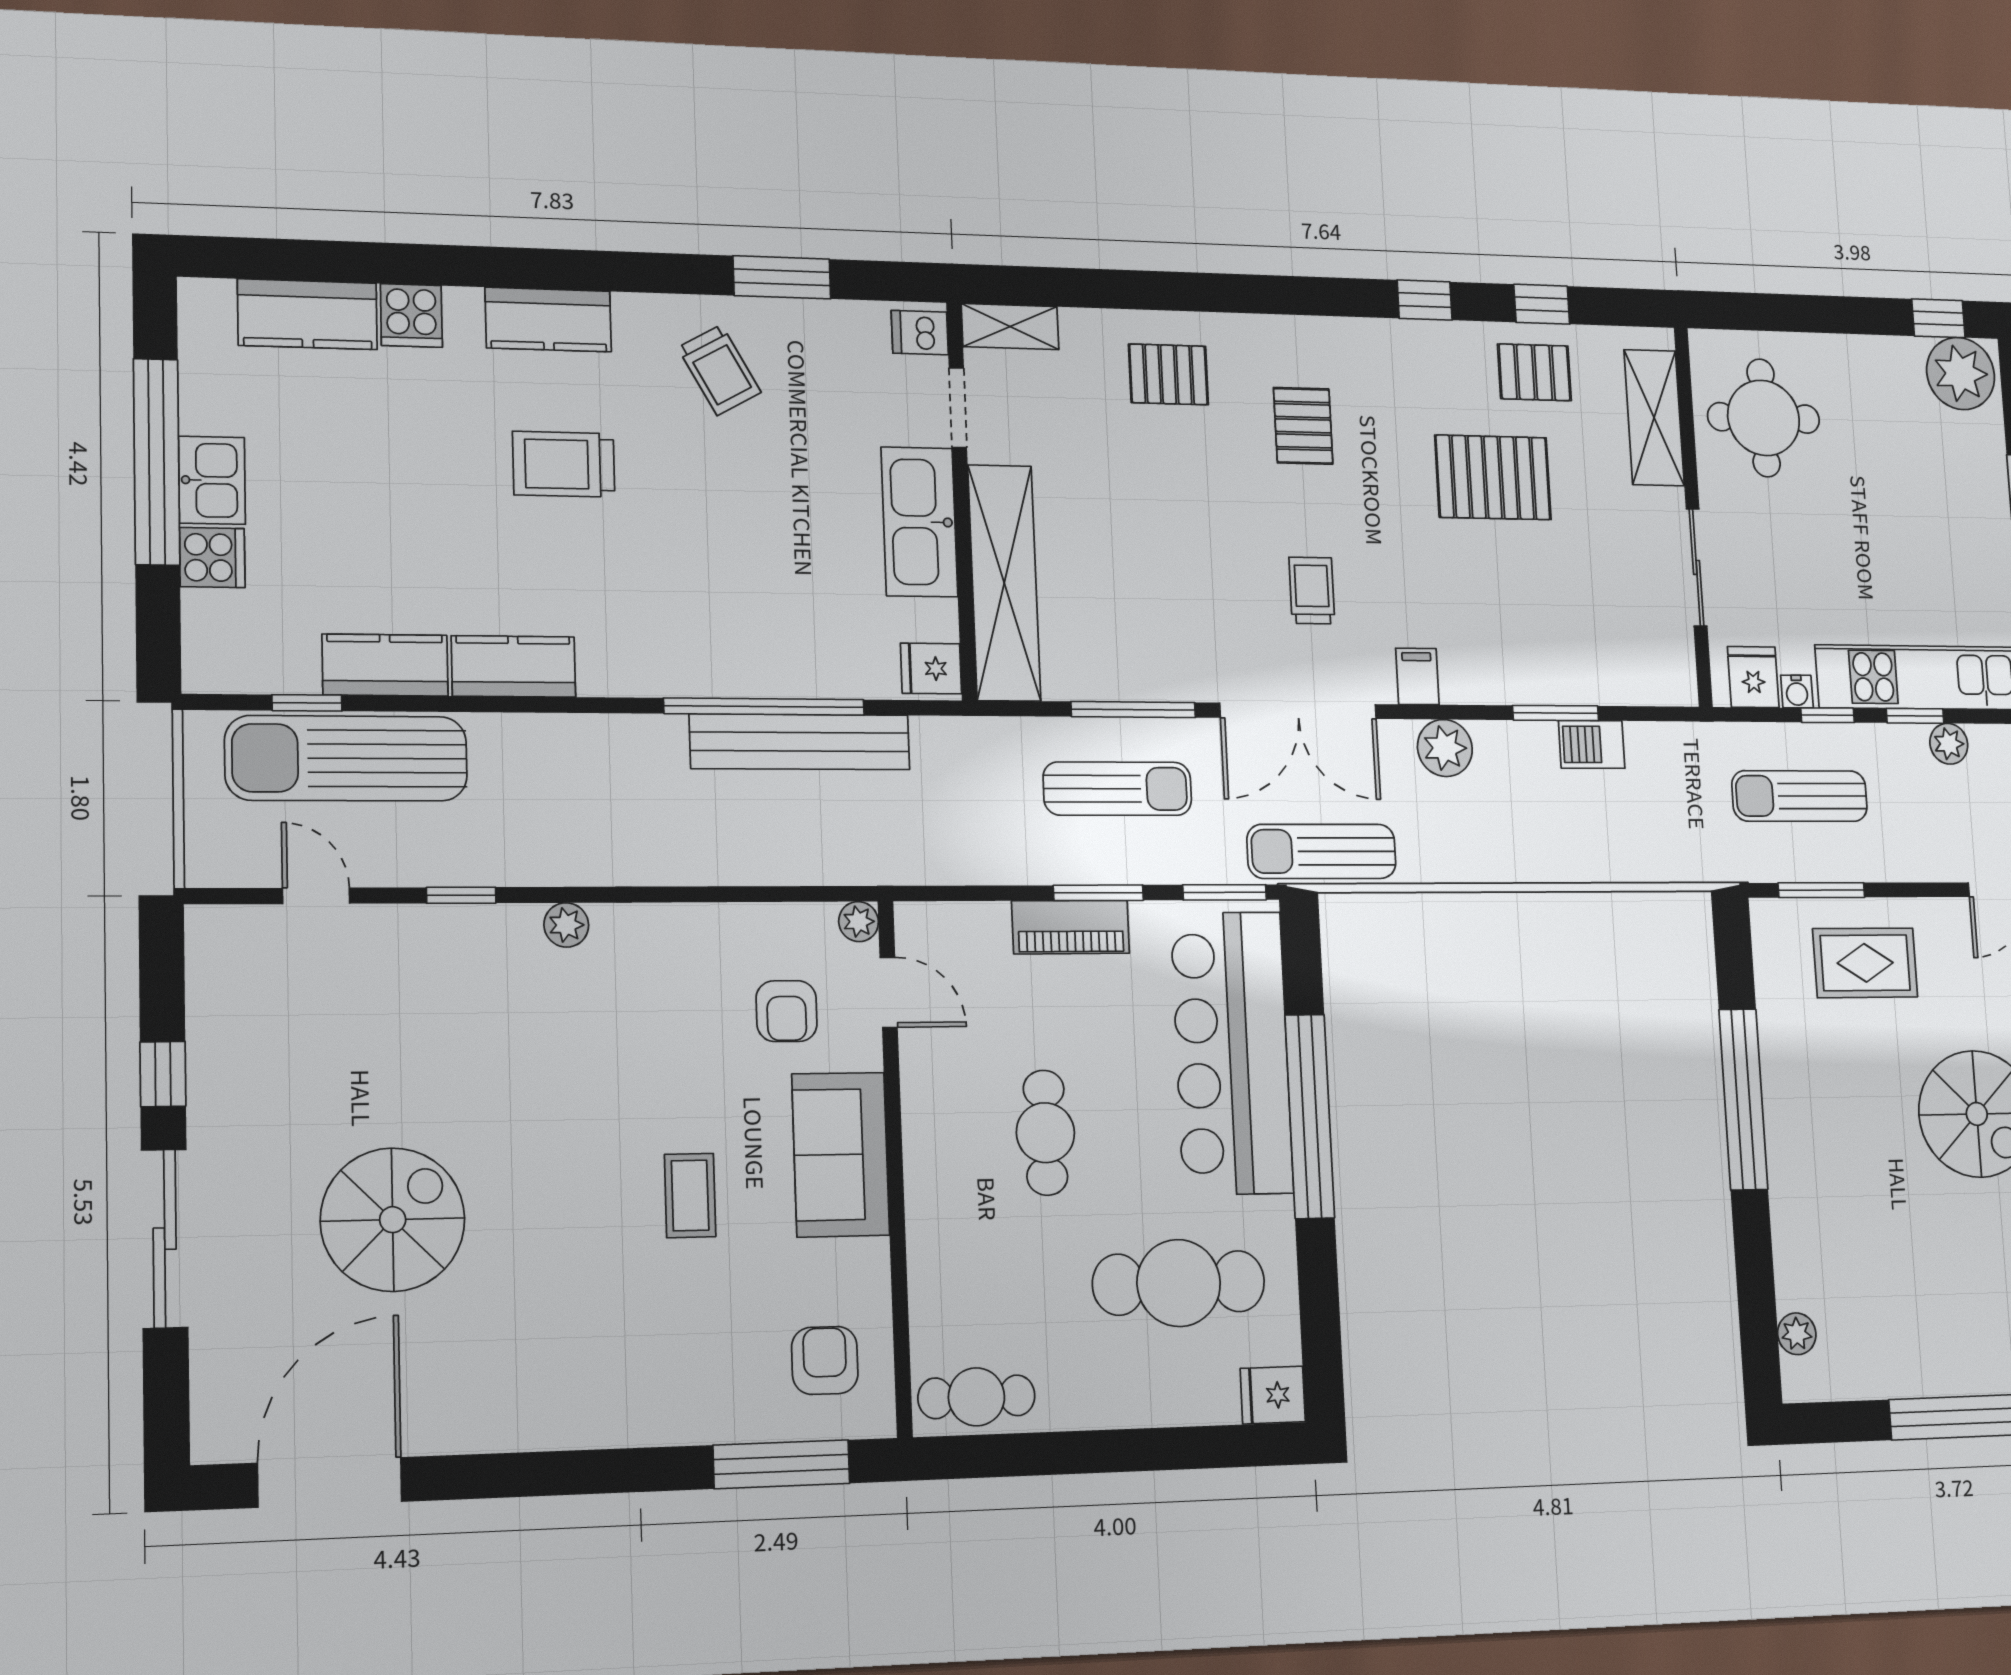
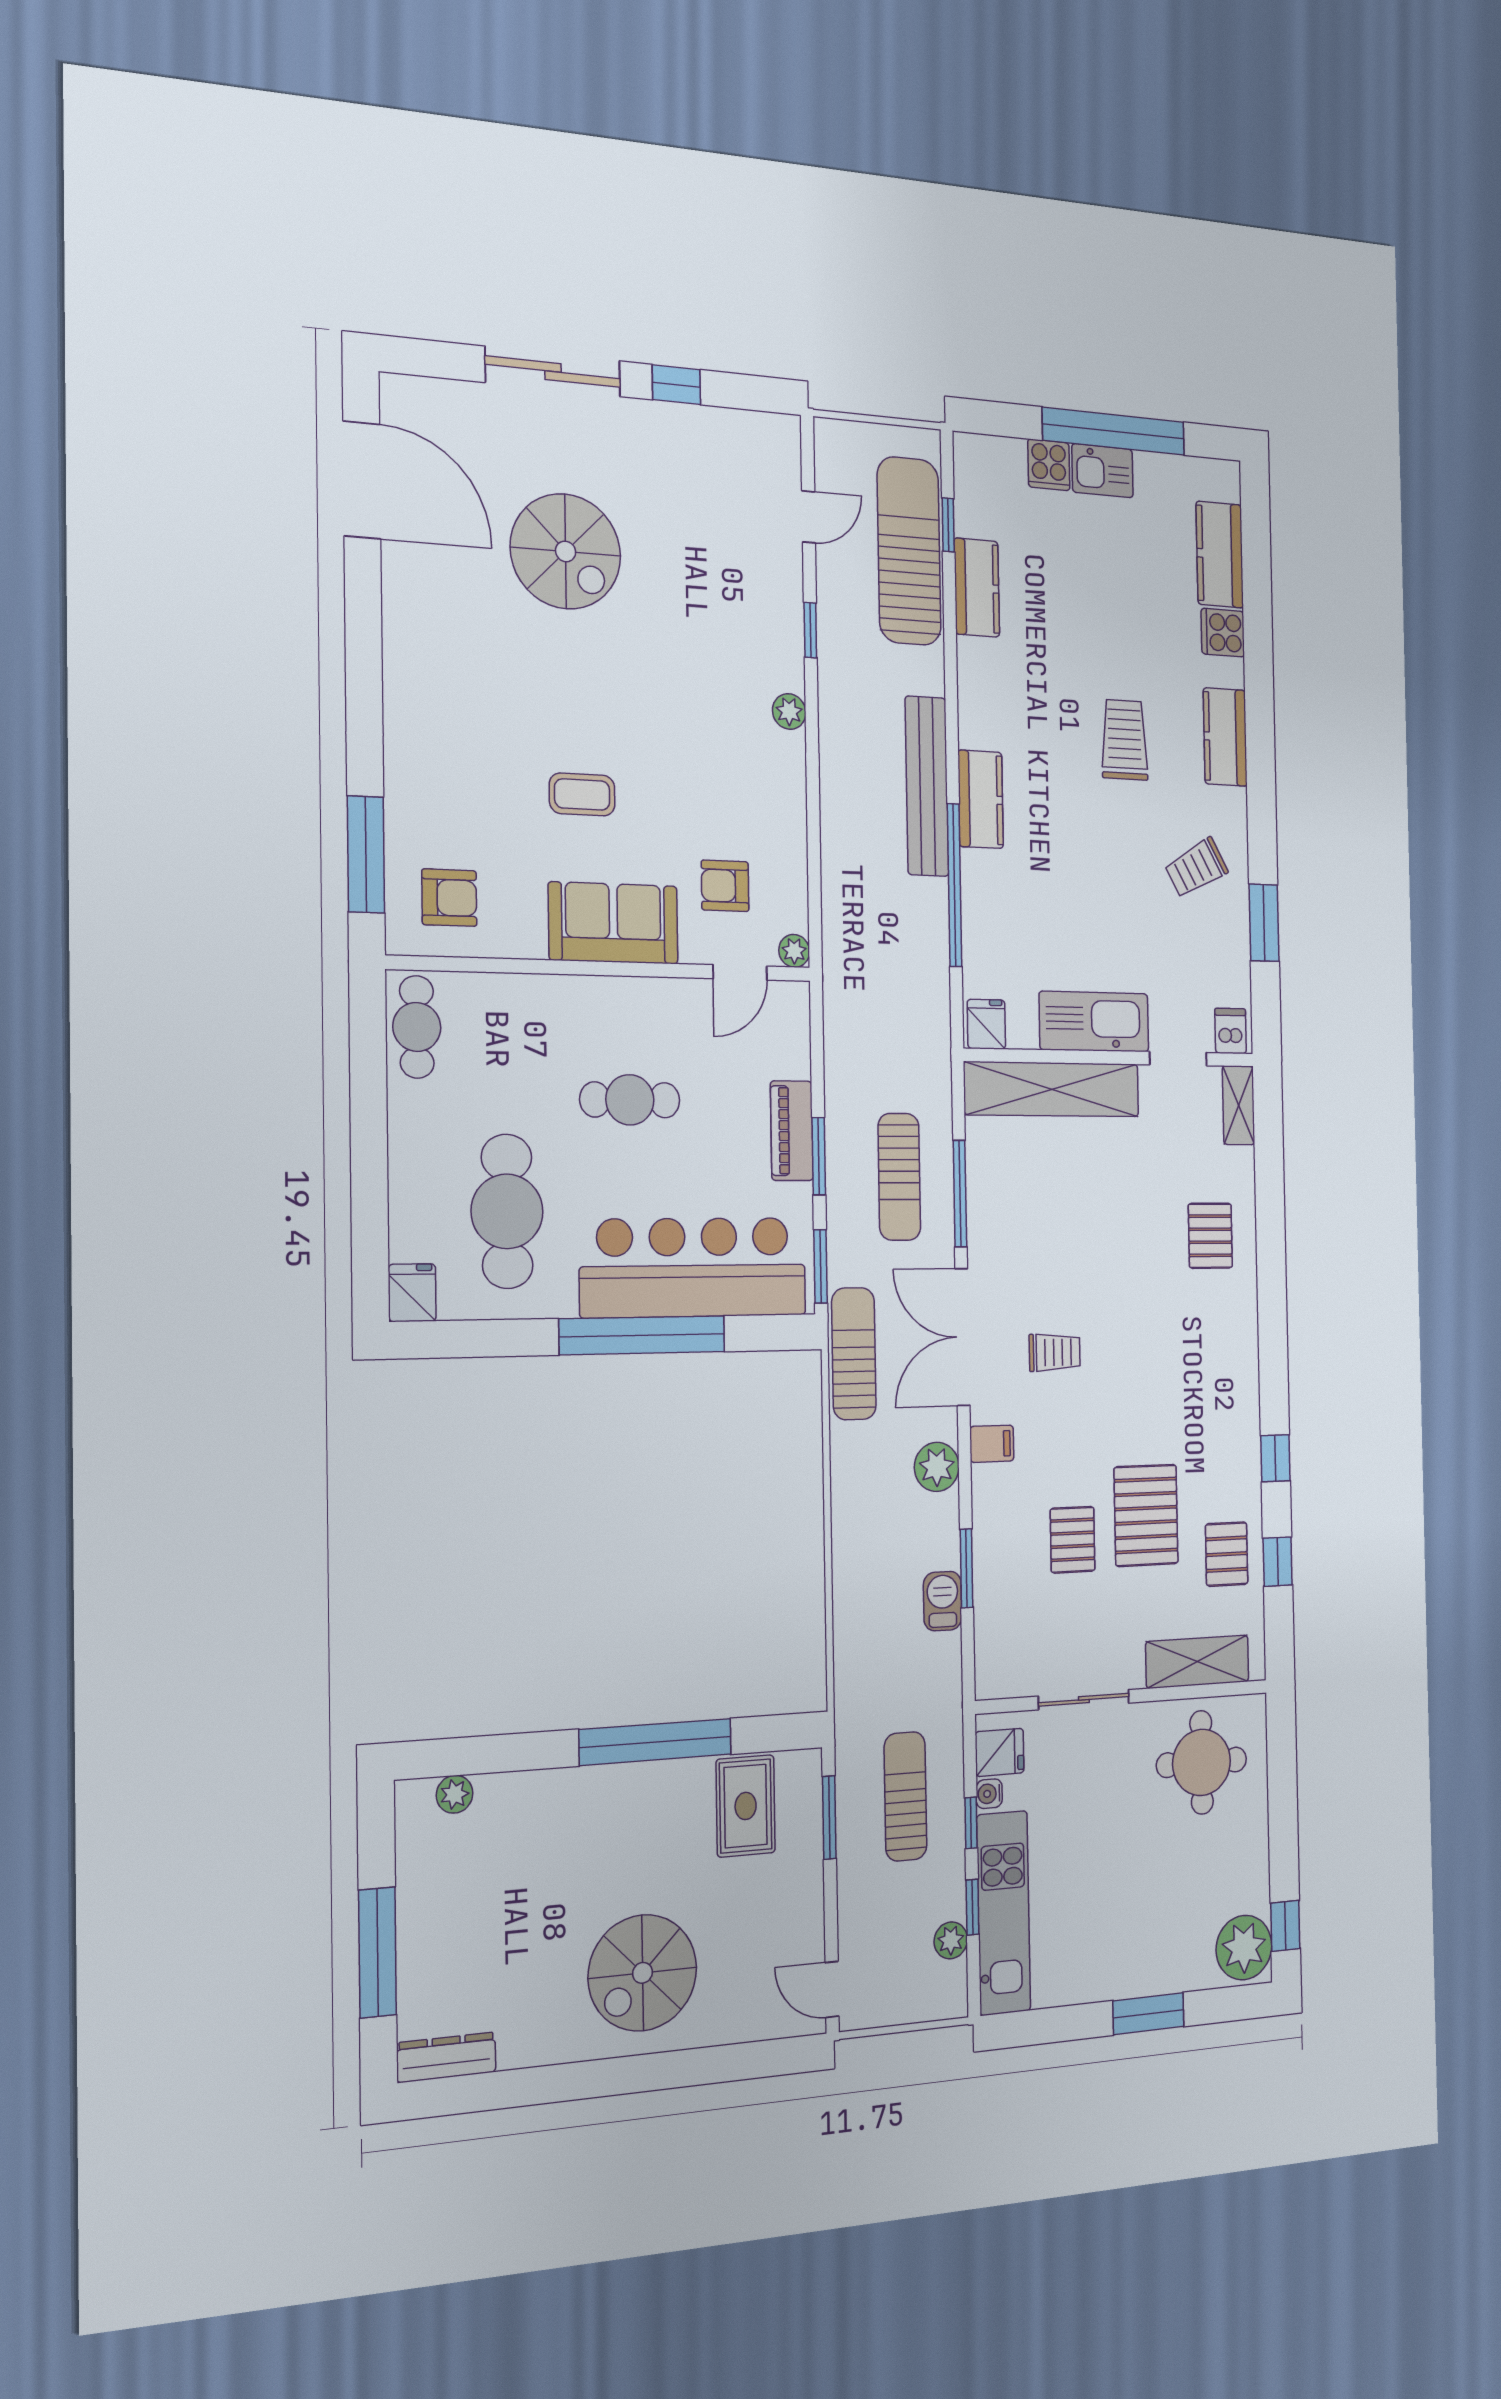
pallet: (1303, 426) -> (1073, 1540), moved, turned 90
kitchen counter: (513, 666) -> (981, 799), moved
bench: (800, 742) -> (927, 786), moved
rug: (1865, 963) -> (746, 1806), moved

